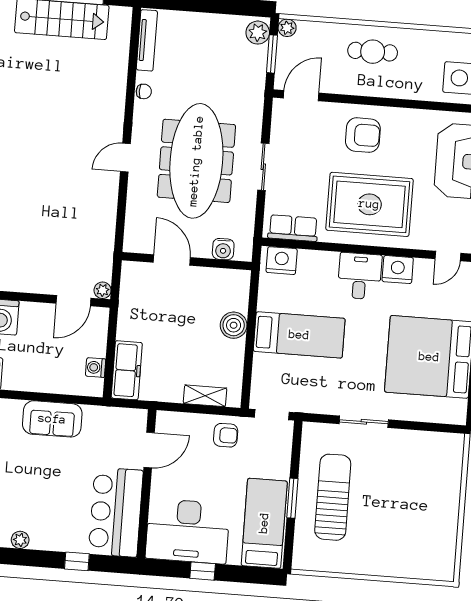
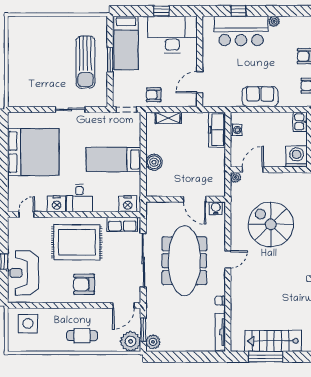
plant: (287, 28) -> (131, 341), width x1.88, depth x1.88
sliding door: (263, 167) -> (143, 260), width x1.86
spiral stairs: (51, 209) -> (271, 224), added
water cooler: (223, 249) -> (216, 208), moved
bar counter: (116, 512) -> (241, 31), moved, turned 90

